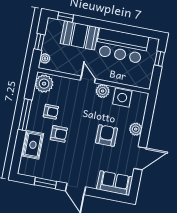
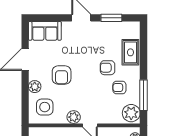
side table: (122, 98) -> (45, 107), moved
window: (25, 115) -> (143, 95), moved

